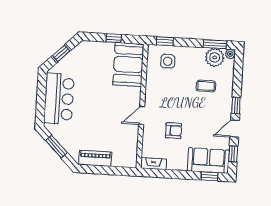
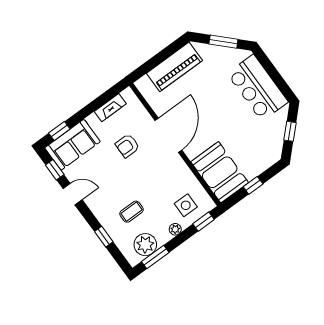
plant: (230, 54) -> (175, 229), moved
window: (236, 105) -> (104, 237), moved
door: (142, 116) -> (168, 135), width x1.88
door: (235, 129) -> (73, 194), hinge flipped
piano: (95, 158) -> (174, 67), width x1.37, depth x1.33
fireplace: (153, 164) -> (110, 108), moved

